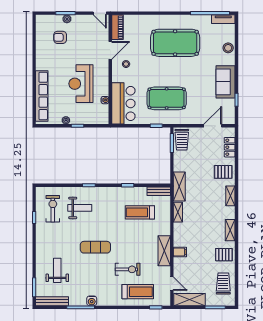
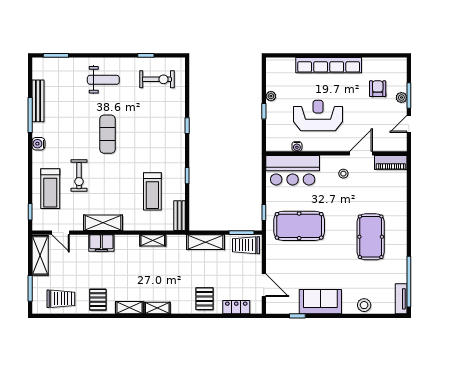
door: (100, 13) -> (409, 124), moved
pool table: (175, 43) -> (371, 237), width x0.73, depth x0.76
door: (110, 50) -> (361, 153), swing flipped
row of seats: (42, 96) -> (329, 65), moved
pool table: (167, 98) -> (299, 226), turned 90
shelving: (179, 187) -> (205, 242), moved
shelving: (230, 196) -> (157, 308), moved
weight bench: (80, 208) -> (158, 114), removed
treadmill: (140, 212) -> (152, 191), turned 180
filing cabinet: (180, 252) -> (101, 243), width x2.00
weight bench: (57, 270) -> (103, 80), moved
door: (172, 284) -> (61, 233), hinge flipped
bench: (52, 301) -> (38, 101), moved
water cooler: (92, 301) -> (38, 144), moved

